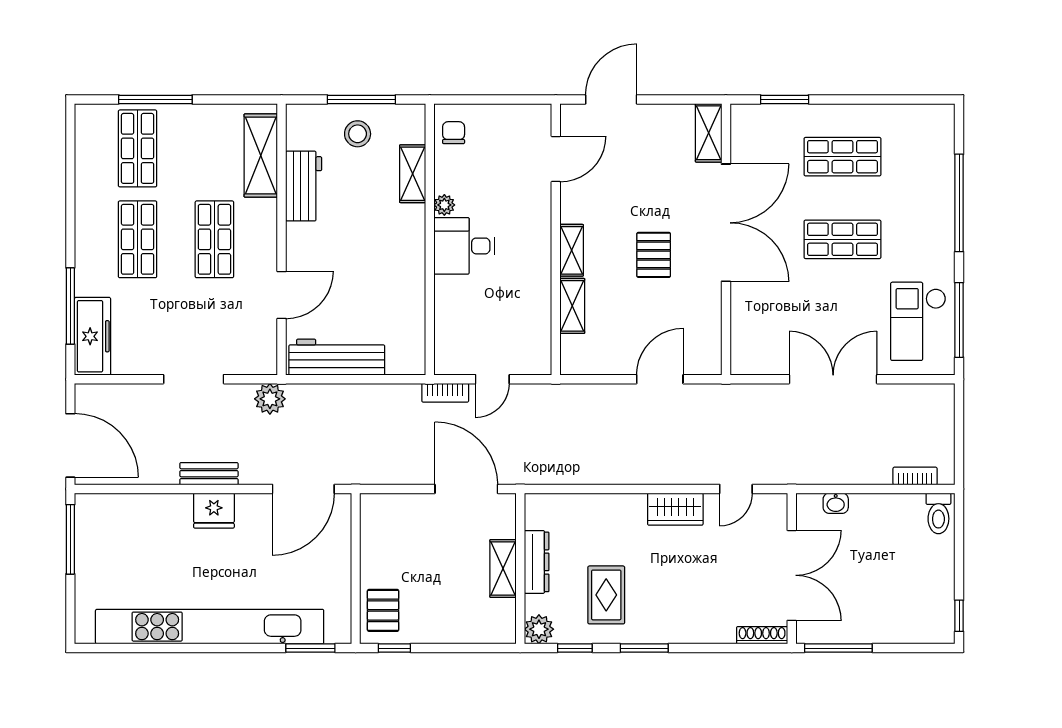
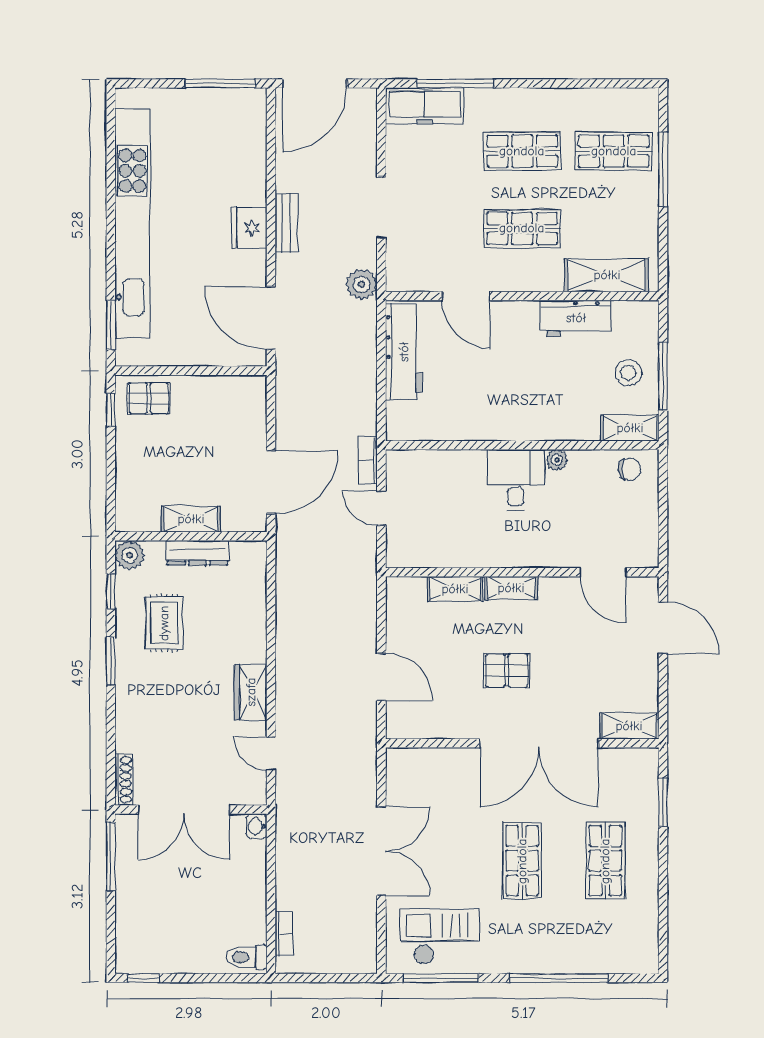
shelving: (413, 174) -> (630, 428), moved
washbasin: (836, 503) -> (257, 826), moved
rug: (606, 595) -> (164, 623), turned 90

